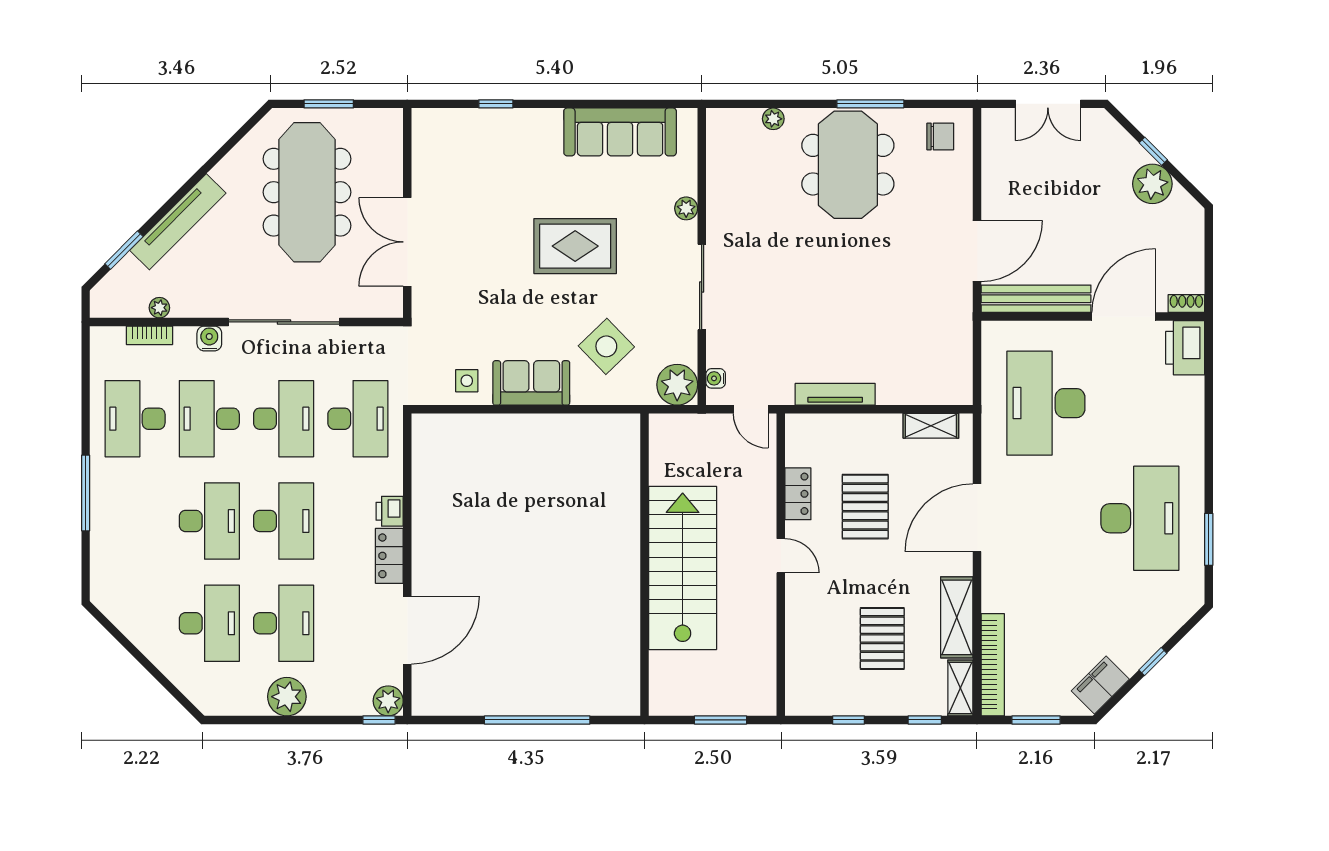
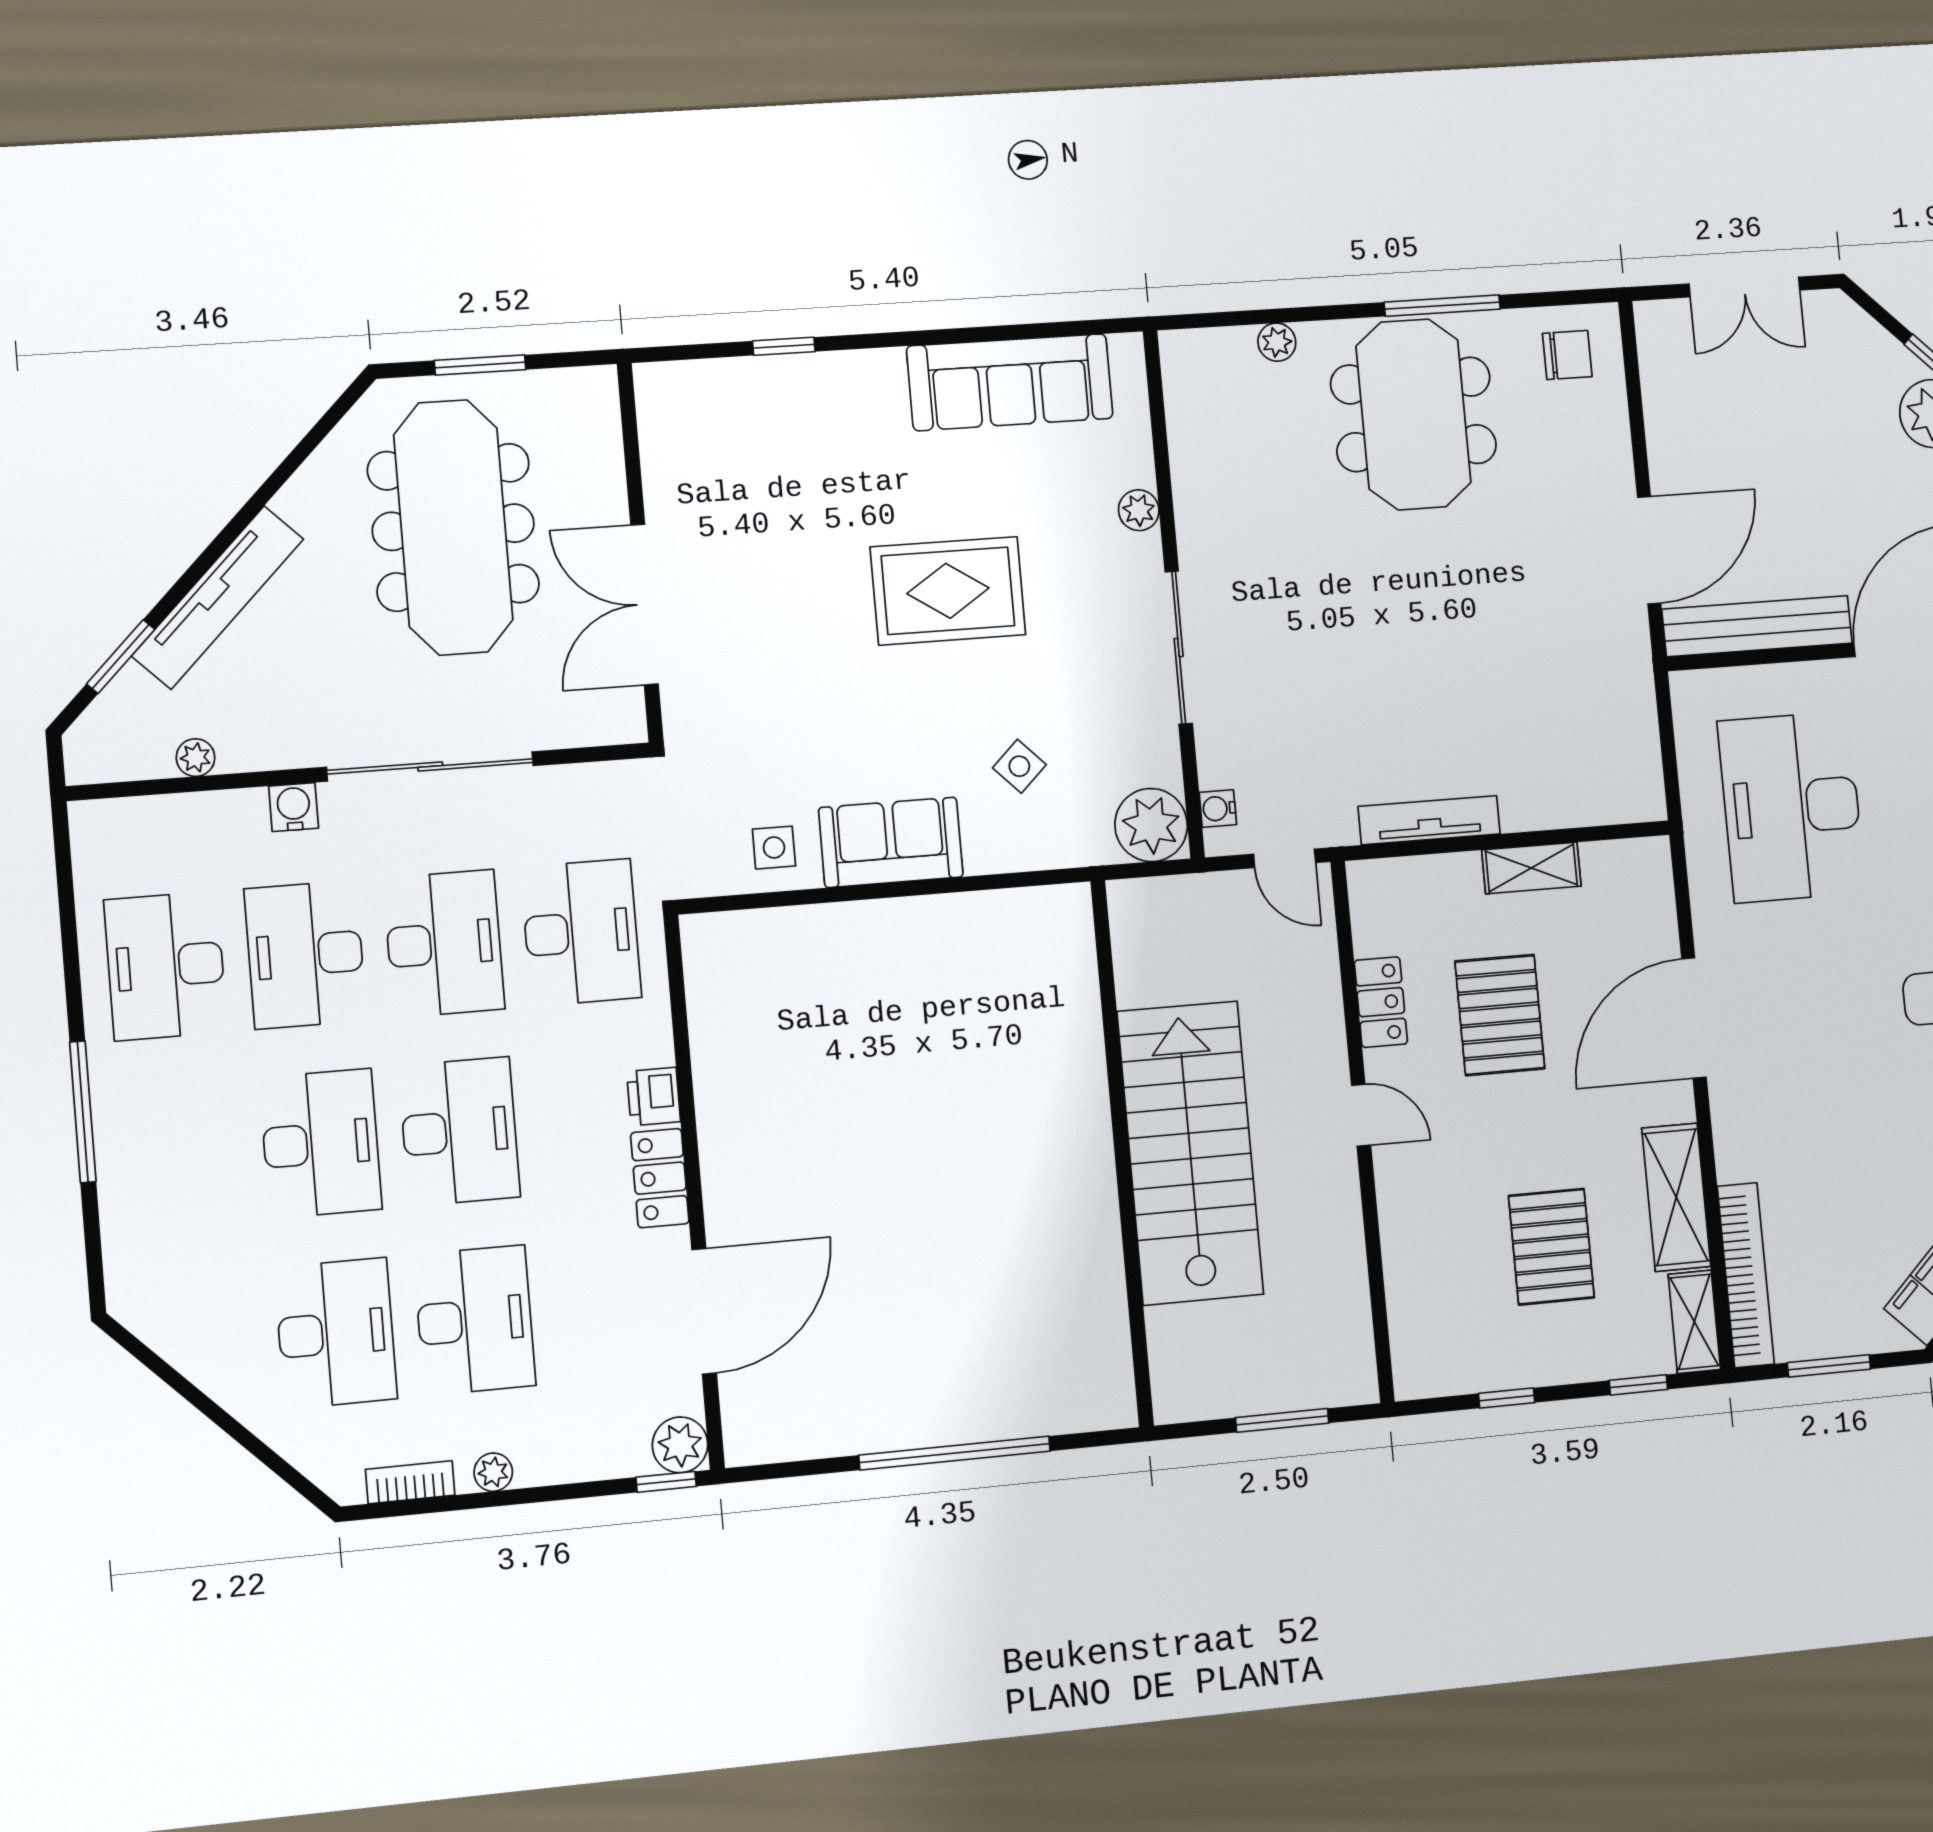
bookcase: (149, 335) -> (410, 1482), moved, turned 180
side table: (606, 346) -> (1019, 766), width x0.54, depth x0.54
shelving: (931, 426) -> (1531, 868), moved
plant: (287, 697) -> (493, 1472), width x0.53, depth x0.53

